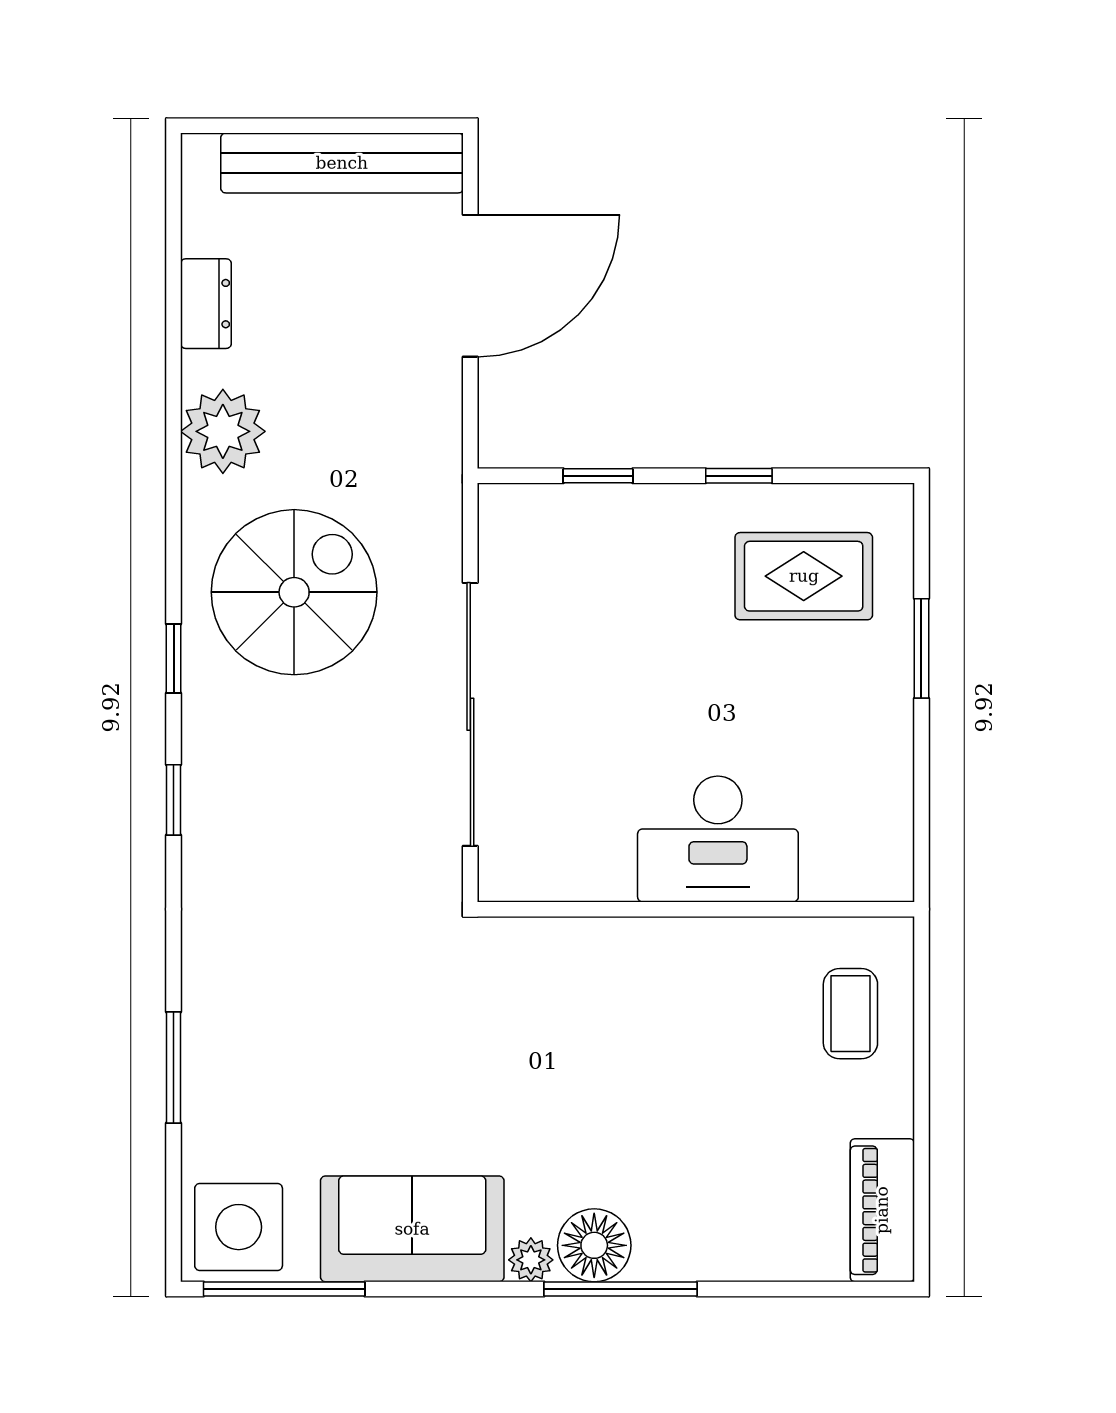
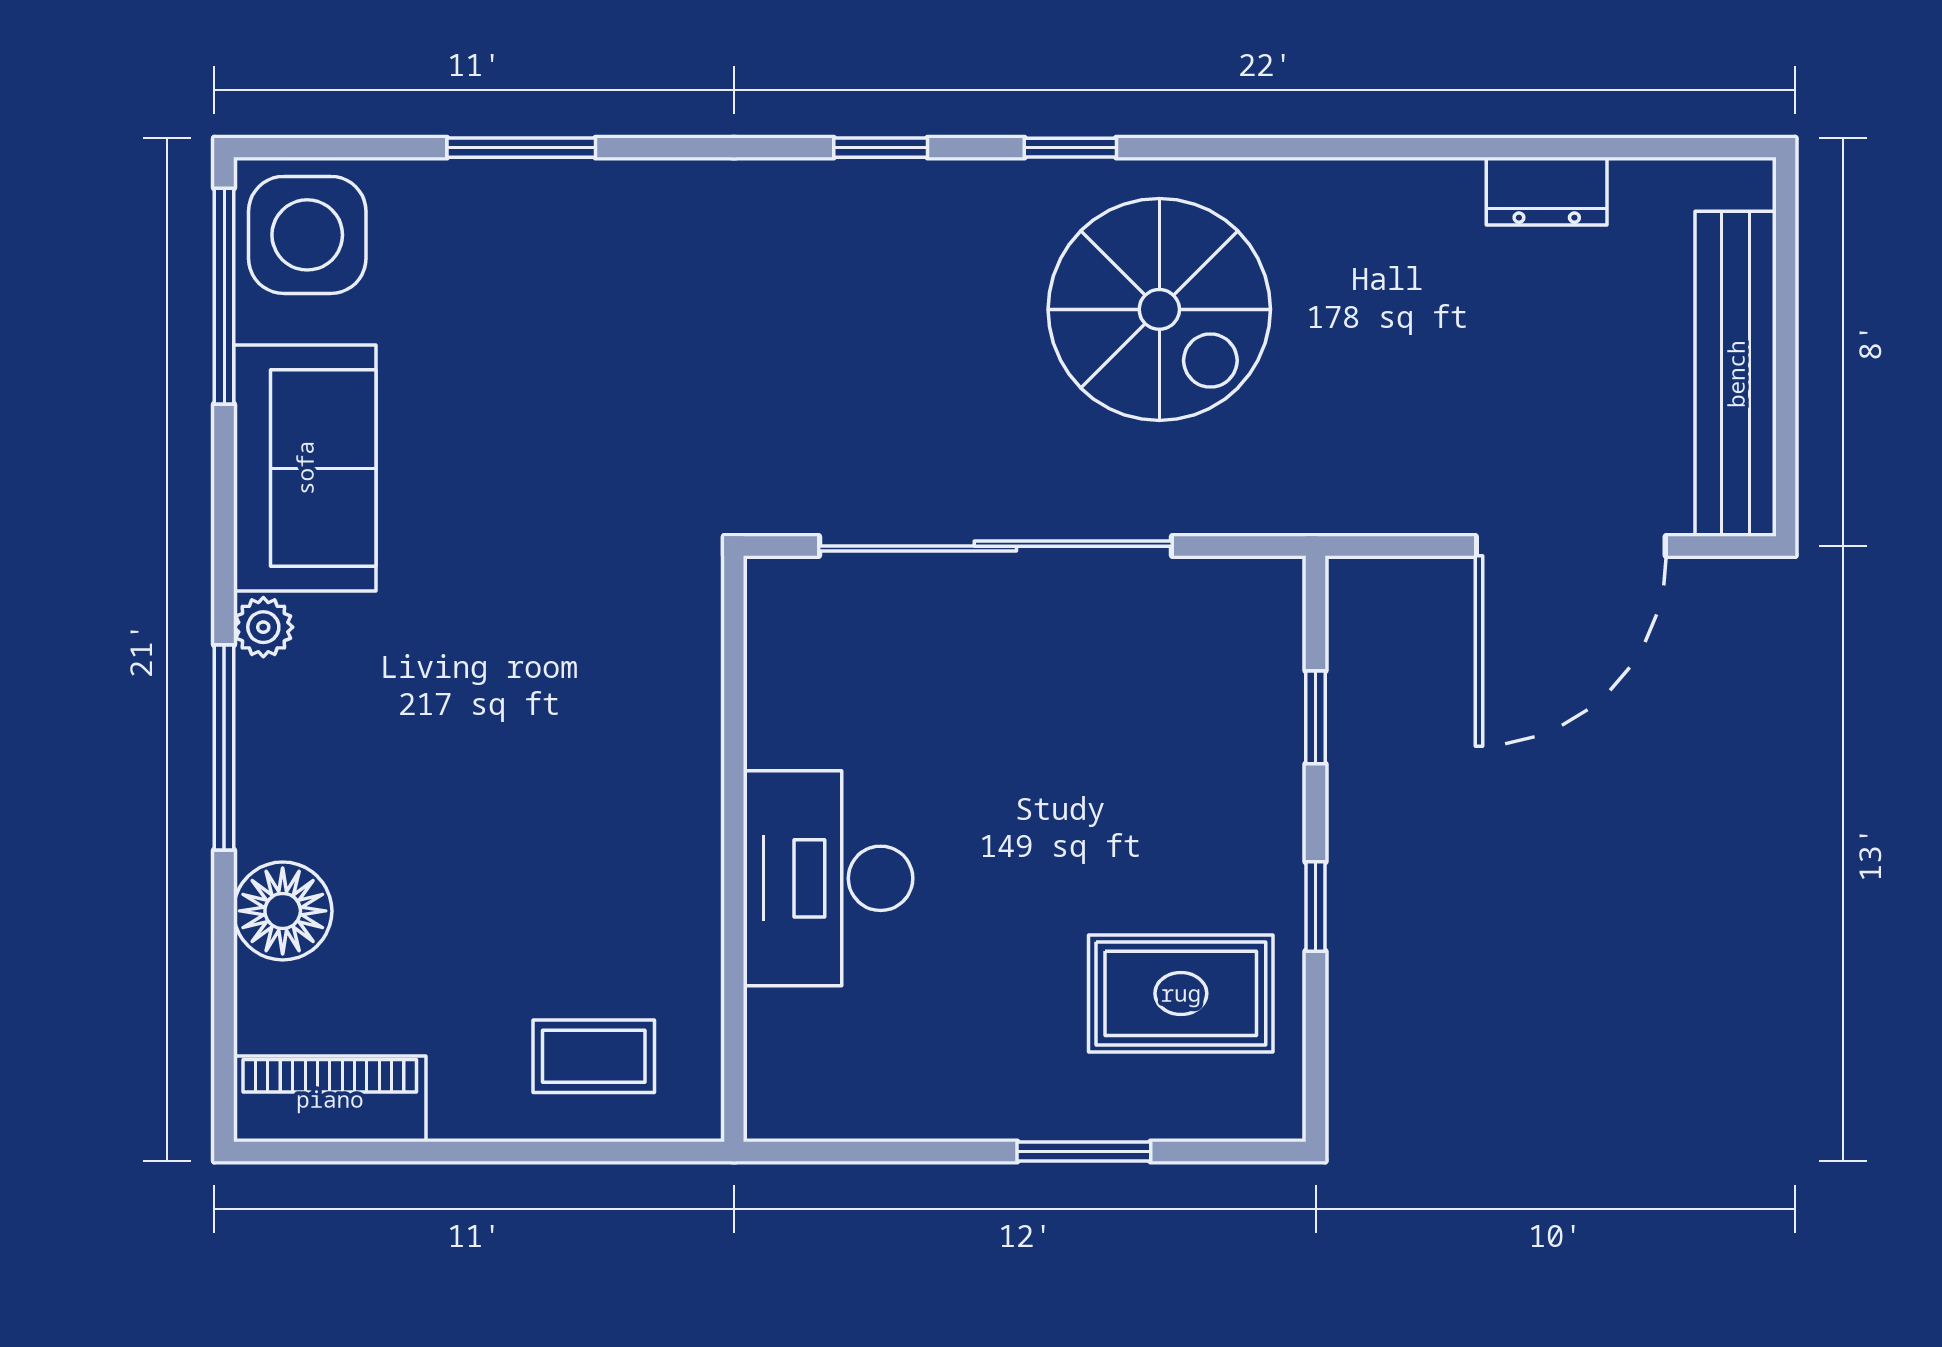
door: (470, 286) -> (1571, 546), hinge flipped
plant: (223, 431) -> (1375, 214), removed
rug: (804, 576) -> (1181, 993), turned 90
floor lamp: (594, 1245) -> (283, 911), moved

